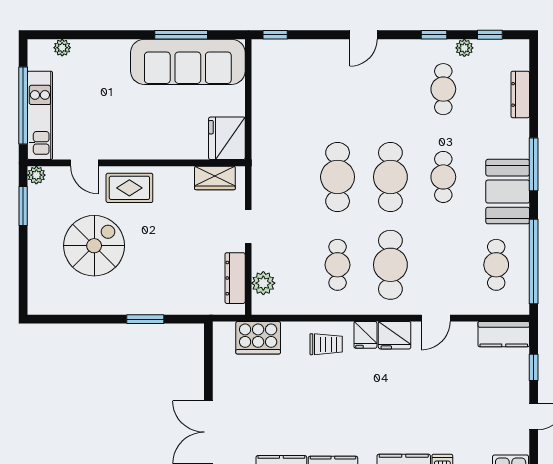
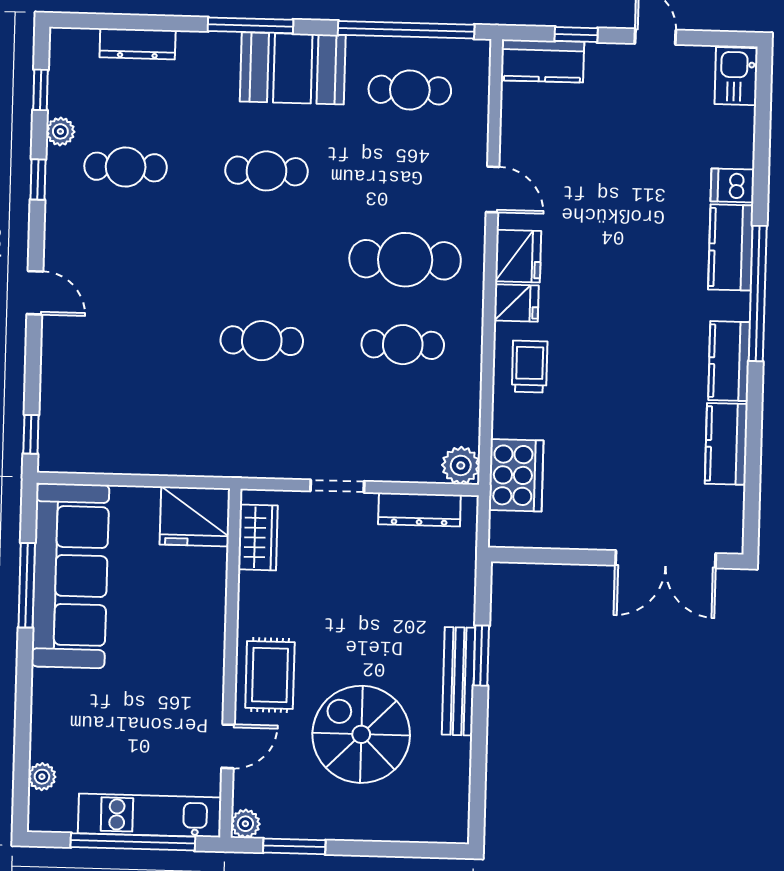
cafe table: (338, 177) -> (262, 341), width x0.73, depth x0.74
cafe table: (390, 177) -> (264, 256), removed
plant: (263, 283) -> (461, 465), moved
bench: (129, 305) -> (459, 681), added
kitchen counter: (504, 334) -> (542, 61), moved, turned 90

